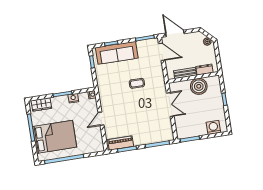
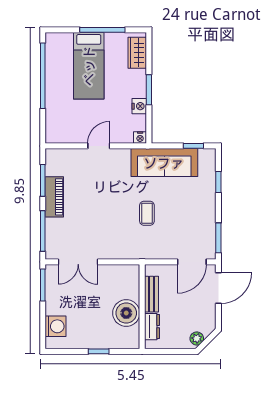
sofa: (117, 53) -> (164, 163), moved, turned -90
double door: (170, 105) -> (78, 262), moved
door: (101, 119) -> (99, 146), hinge flipped
bed: (55, 137) -> (89, 66), width x0.67
piano: (121, 143) -> (54, 197), moved

